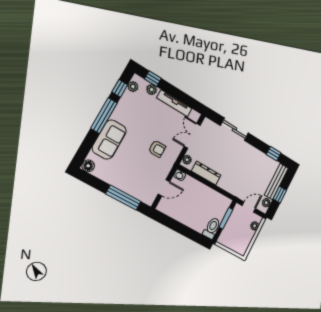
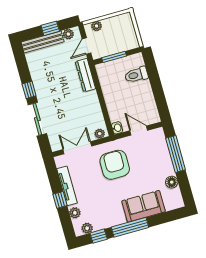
window: (153, 79) -> (60, 200), moved
double door: (192, 136) -> (77, 148), swing flipped
armchair: (157, 149) -> (115, 165), width x1.88, depth x1.88
window: (274, 154) -> (29, 90), moved
floor lamp: (88, 166) -> (172, 182), moved
dresser: (206, 173) -> (85, 75), moved
door: (249, 207) -> (86, 46), hinge flipped
toilet: (212, 228) -> (136, 75), moved

